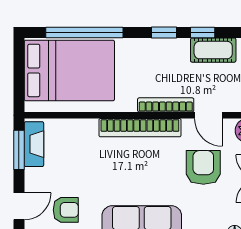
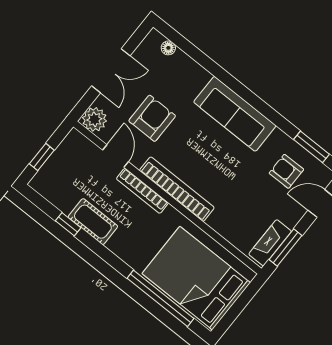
window: (164, 32) -> (98, 248), removed
cot: (213, 50) -> (93, 222), moved
armchair: (203, 167) -> (152, 118), turned 180

